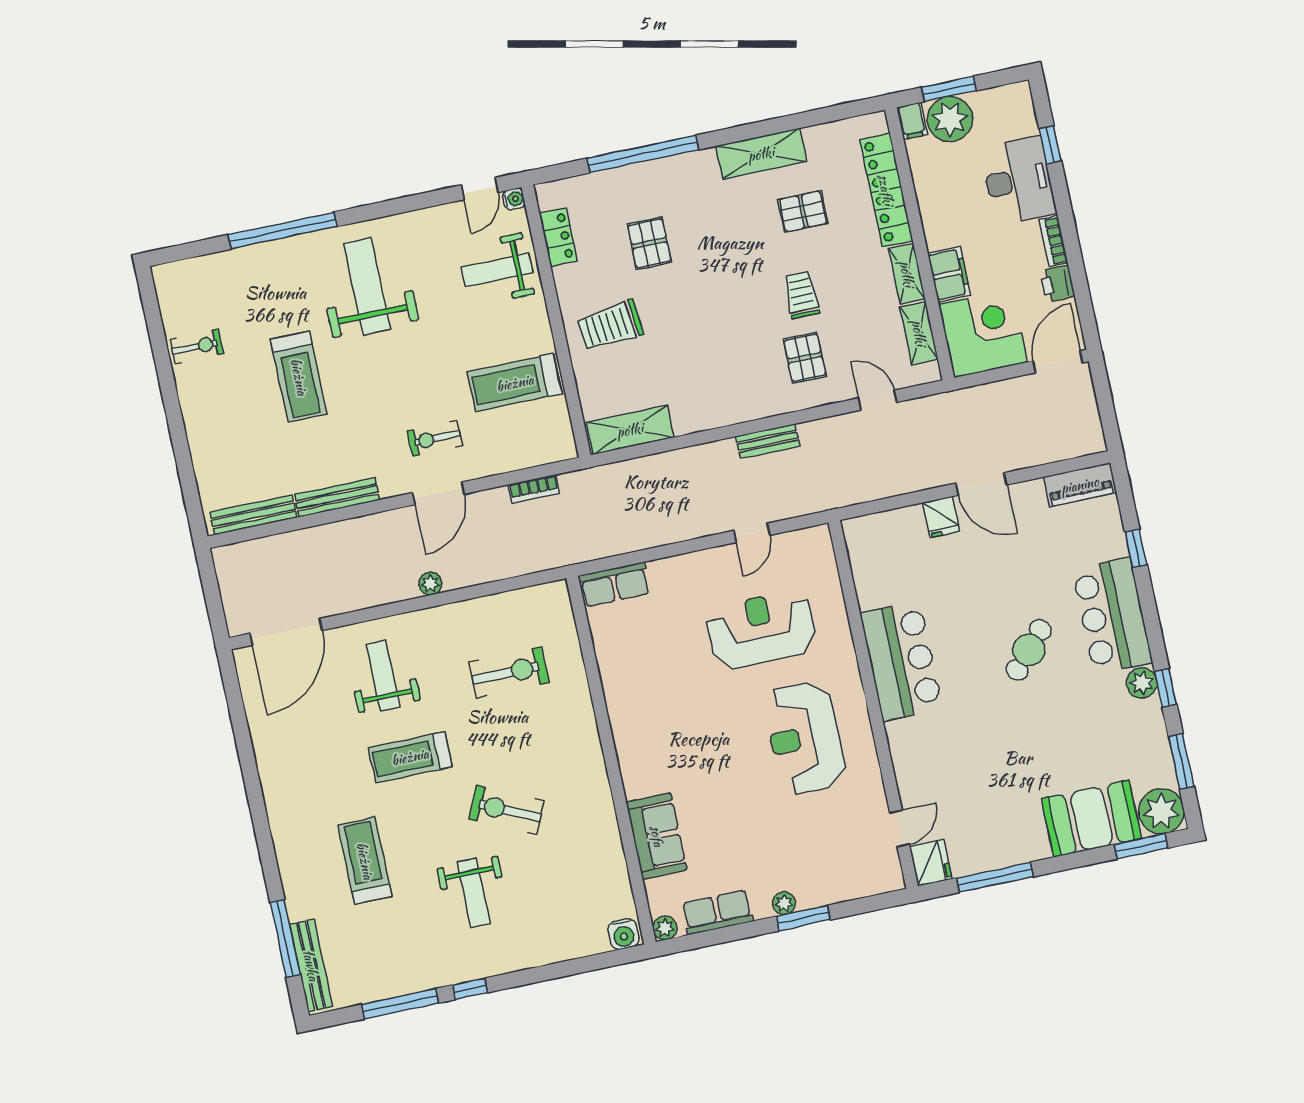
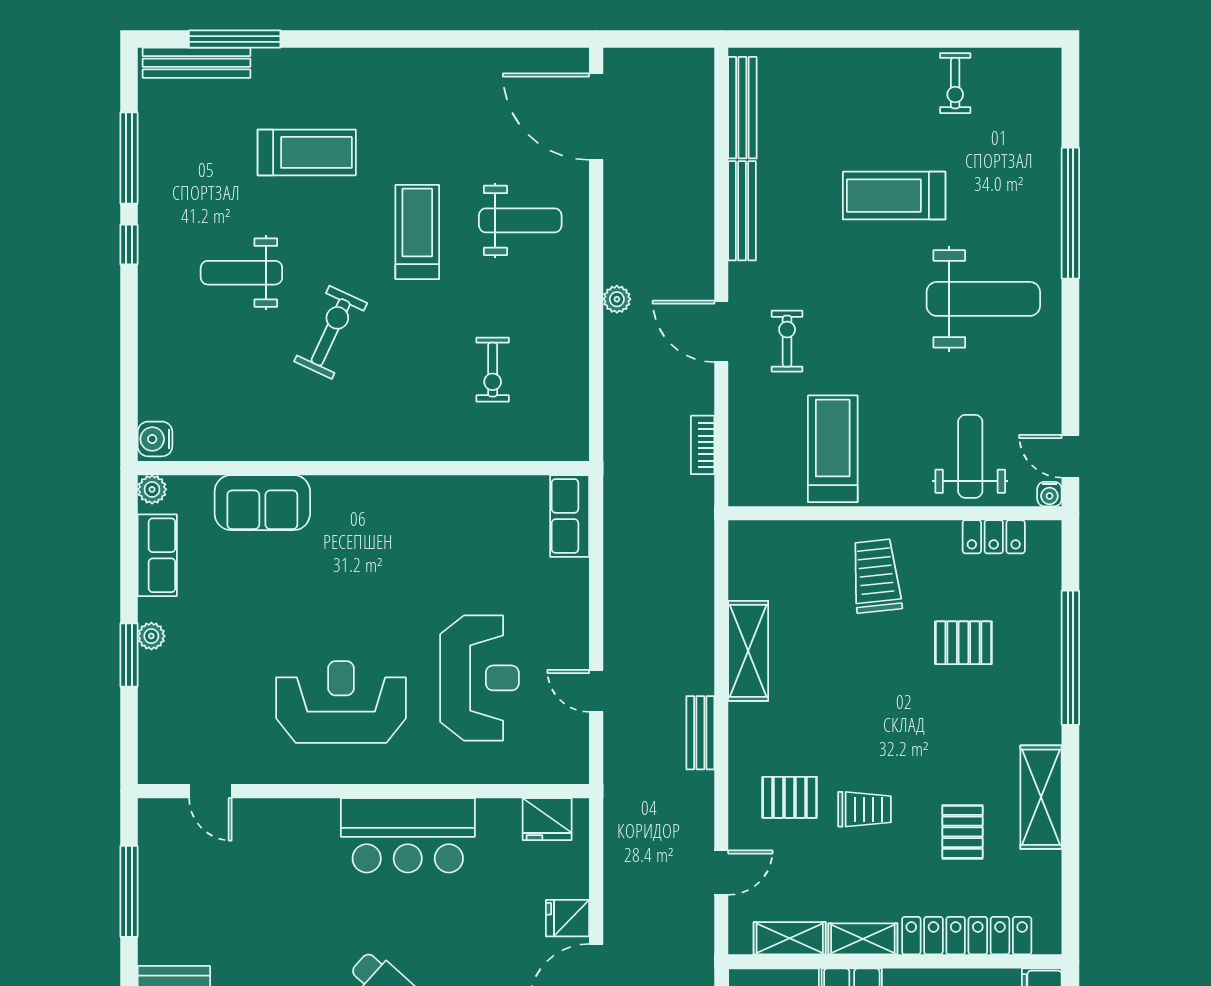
shelving: (630, 430) -> (748, 651), moved
exercise bike: (509, 672) -> (493, 370), width x0.73, depth x0.72
fridge: (931, 863) -> (547, 819), moved

